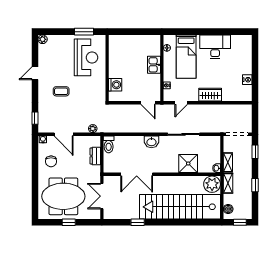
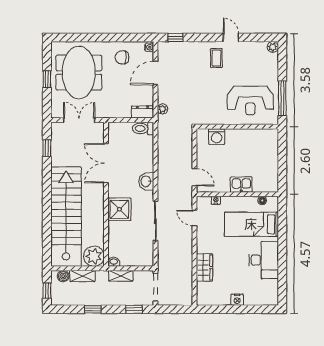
window: (84, 32) -> (282, 98), width x1.44
nightstand: (247, 80) -> (237, 300), moved
coffee table: (61, 91) -> (216, 58), moved
wardrobe: (210, 95) -> (204, 267), moved
door: (148, 103) -> (194, 177), swing flipped
dresser: (95, 156) -> (143, 112), moved
shower: (188, 163) -> (119, 209), moved
shelving: (228, 183) -> (83, 276), moved
window: (138, 222) -> (47, 148), moved

